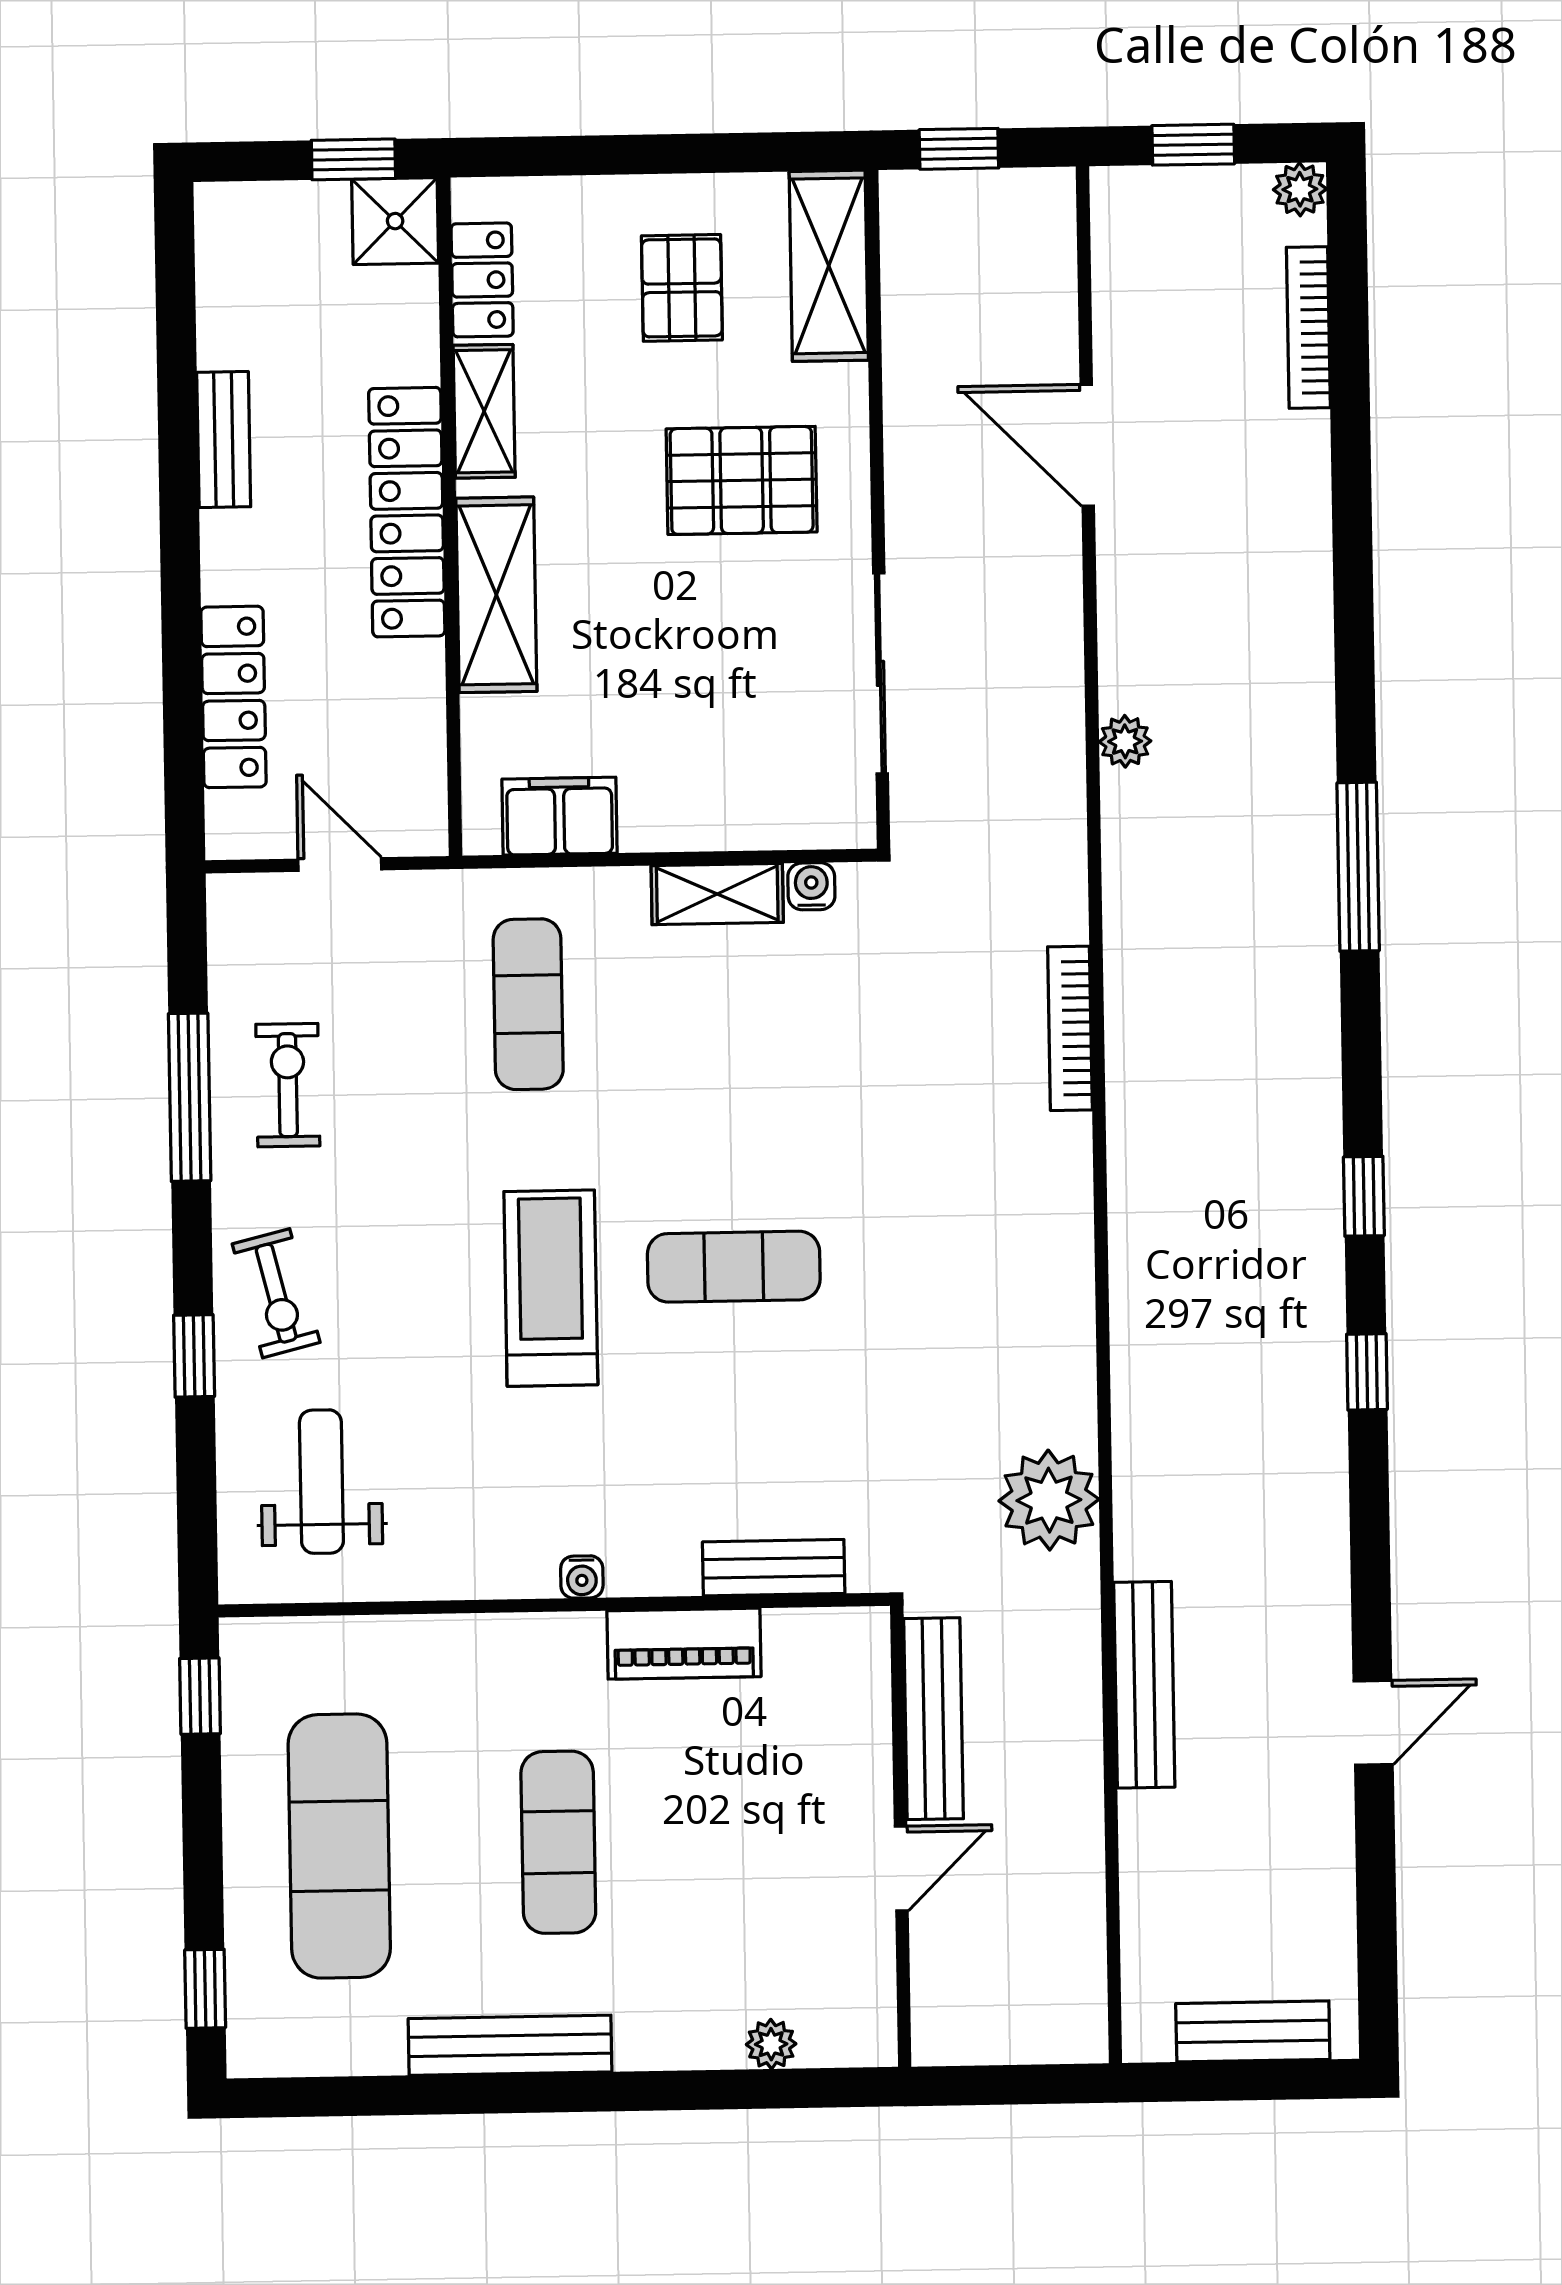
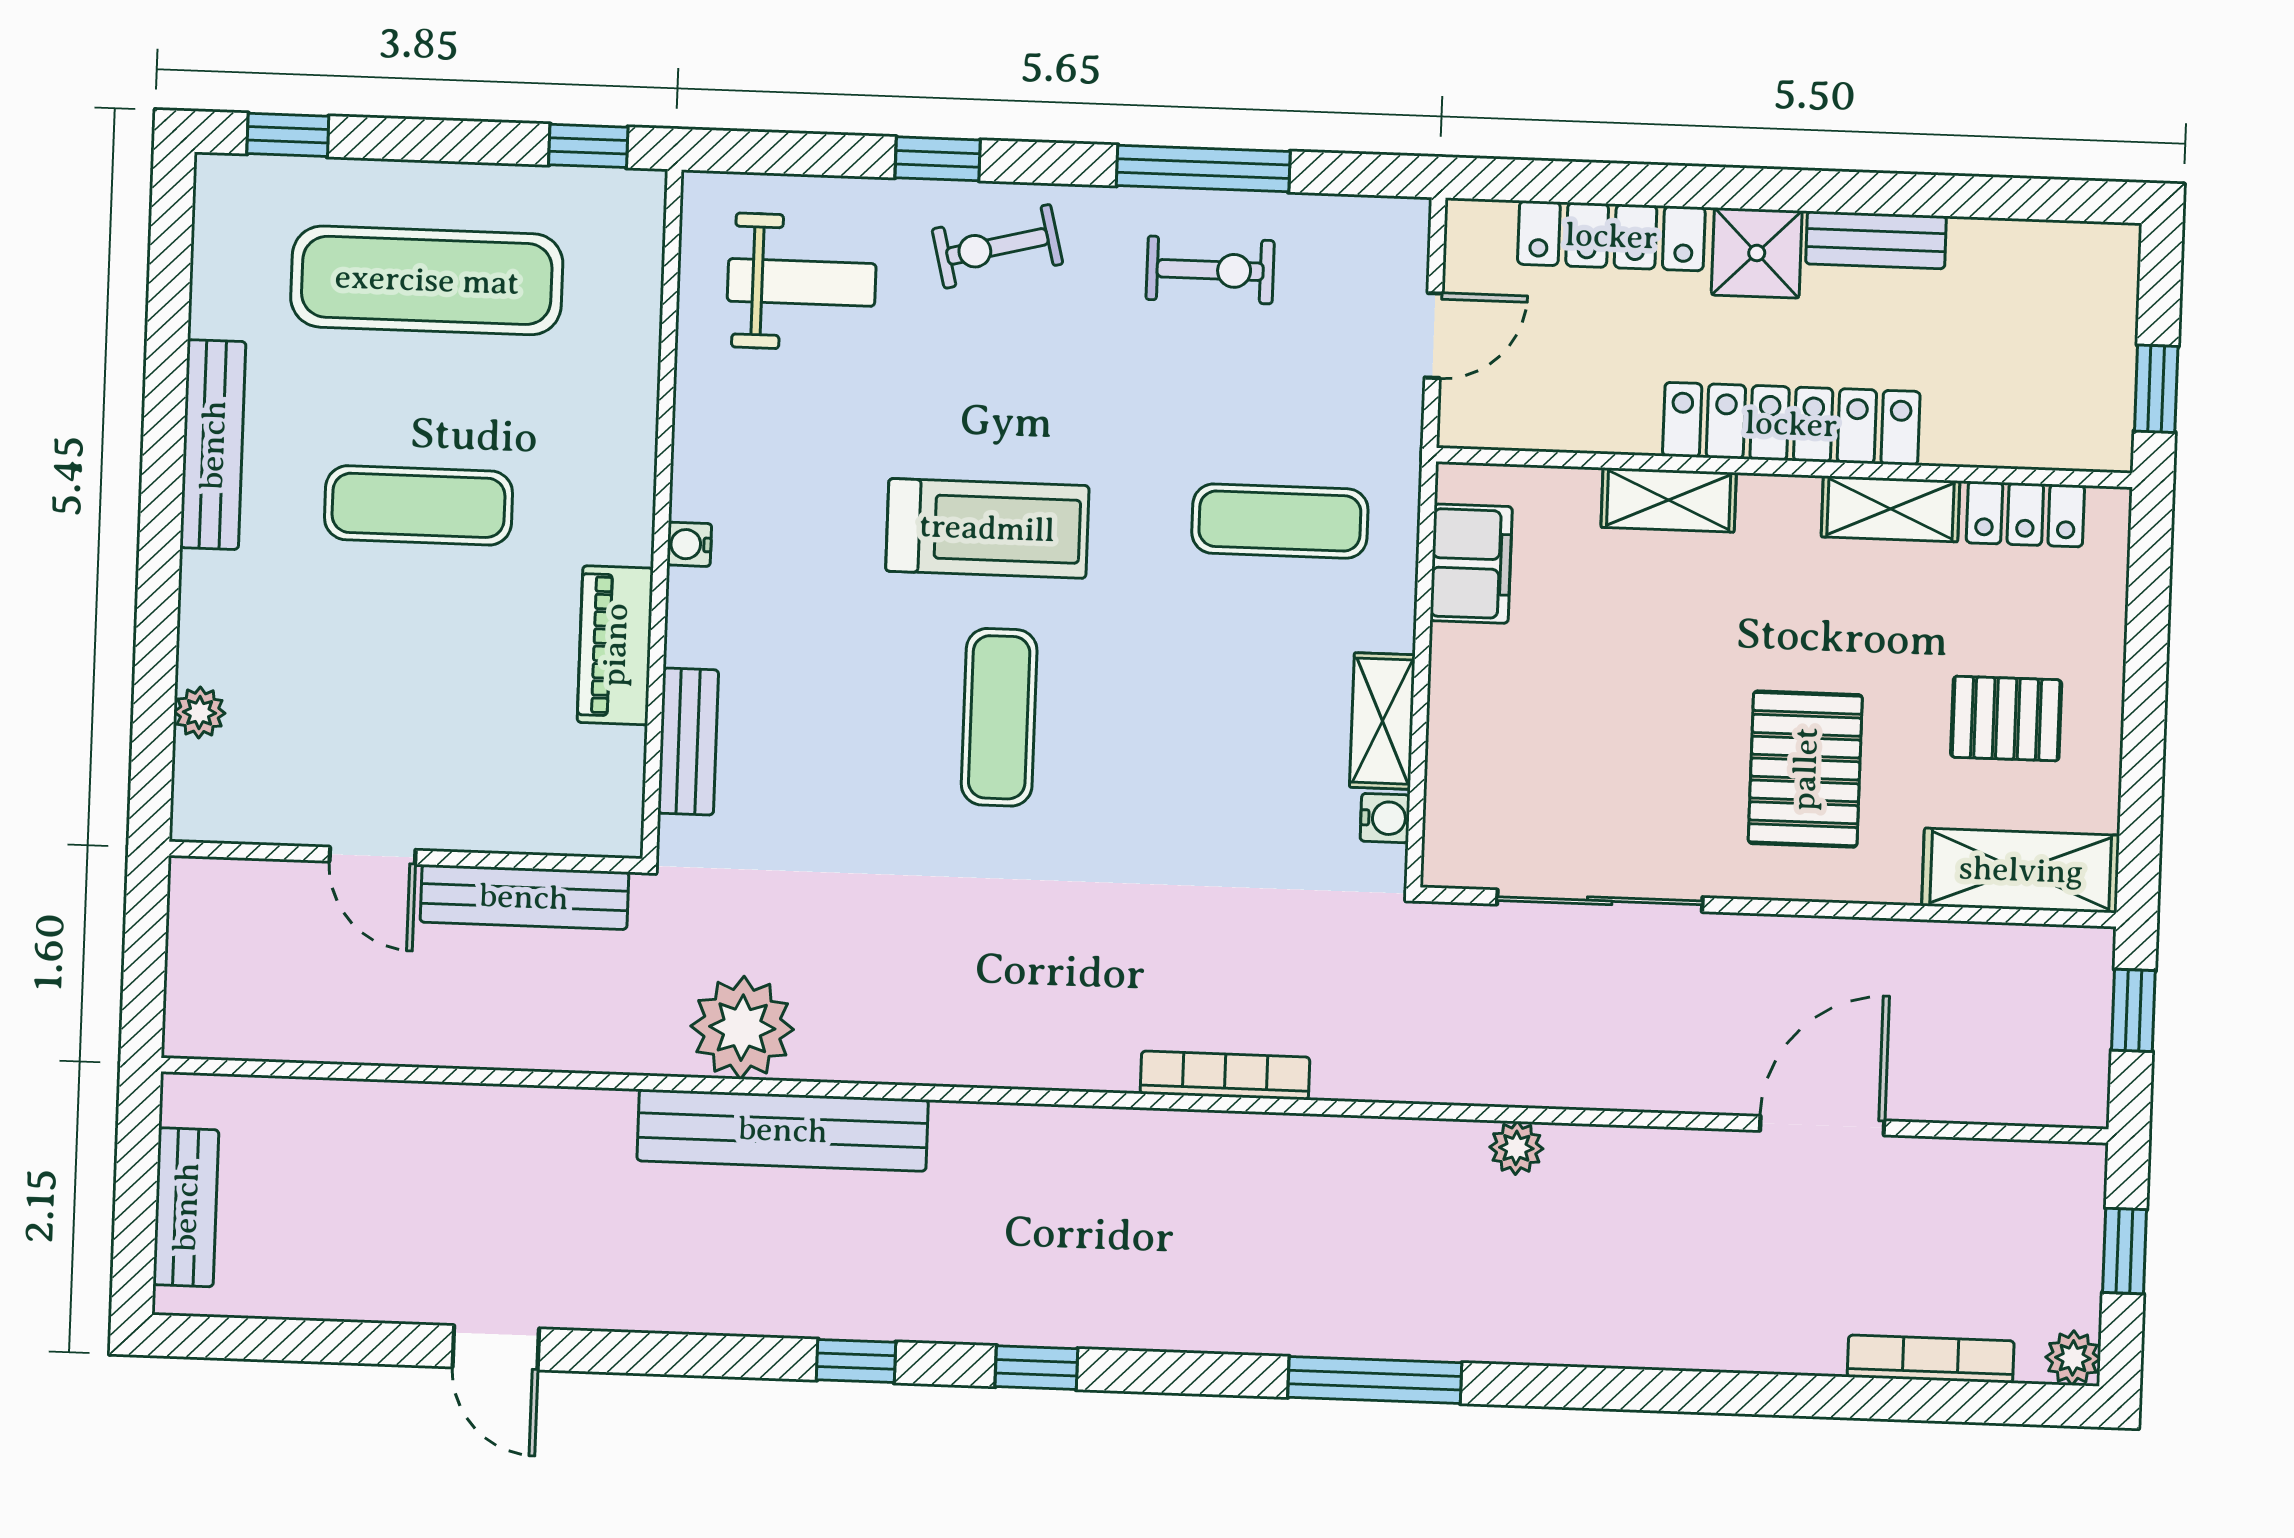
shower: (395, 221) -> (1757, 253), moved
shelving: (496, 595) -> (1669, 500), width x0.67, depth x0.75
bench: (1144, 1685) -> (783, 1130), moved, width x1.37, depth x1.21

